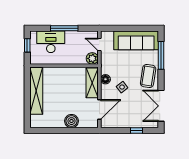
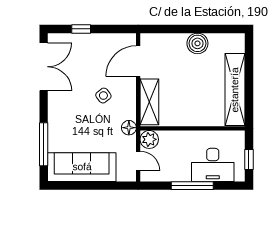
coffee table: (148, 76) -> (63, 112), removed
floor lamp: (105, 79) -> (129, 128), moved
boiler: (71, 121) -> (197, 43), moved

